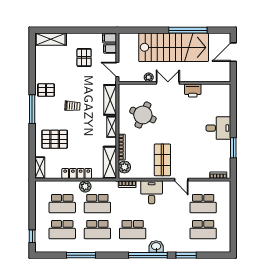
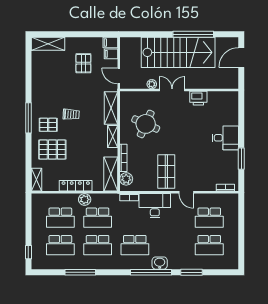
pallet: (46, 90) -> (48, 125), moved
desk: (152, 192) -> (155, 206), width x1.37

